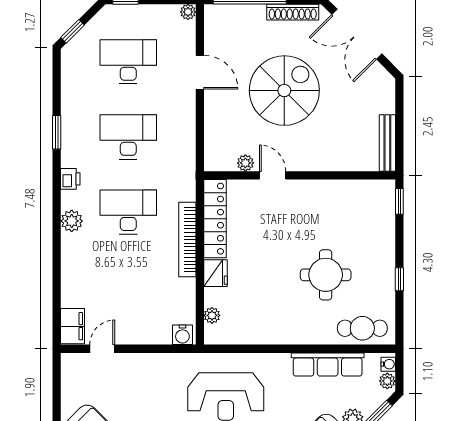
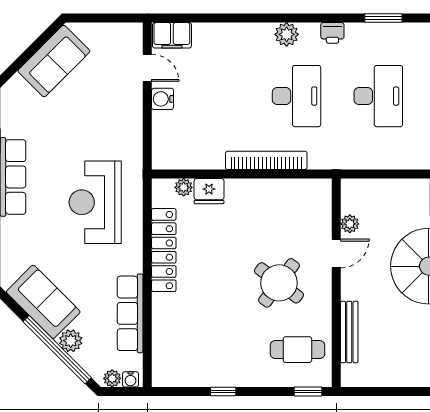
bench: (387, 143) -> (349, 332), moved, turned 90
locker: (215, 219) -> (164, 250), moved, turned -90
fridge: (216, 273) -> (209, 191), moved
round table: (326, 275) -> (279, 283), moved, turned 37
cafe table: (362, 328) -> (297, 350), moved, turned 90
water cooler: (182, 335) -> (162, 99), moved

